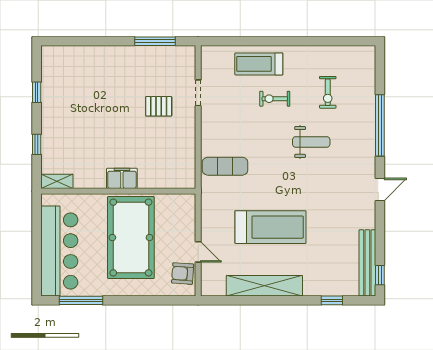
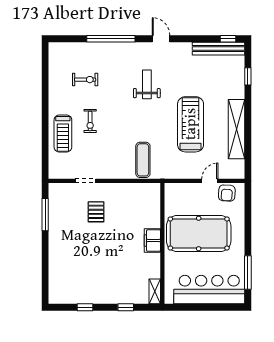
weight bench: (311, 142) -> (147, 84), moved

